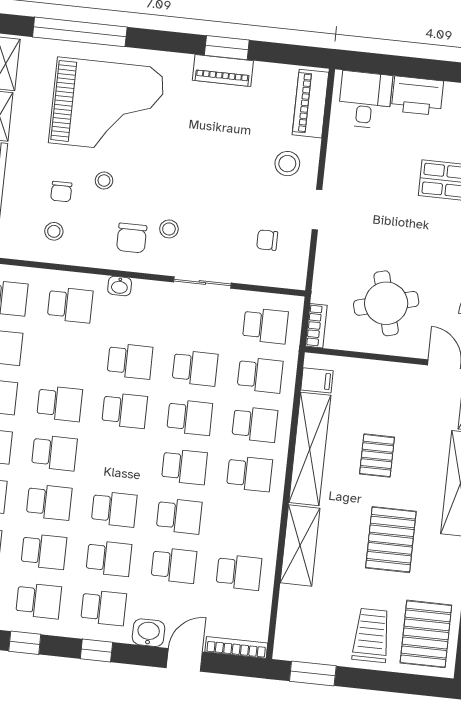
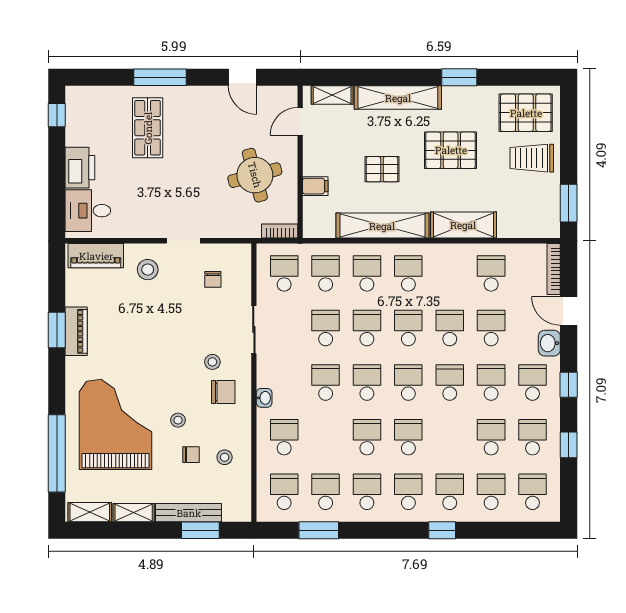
filing cabinet: (317, 380) -> (315, 186), moved, turned 90
school desk: (49, 502) -> (408, 383), moved

